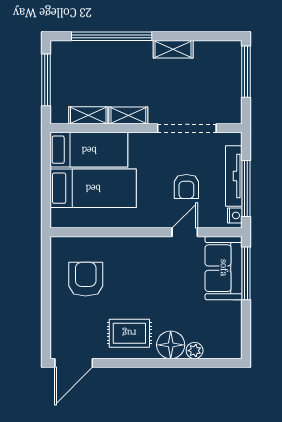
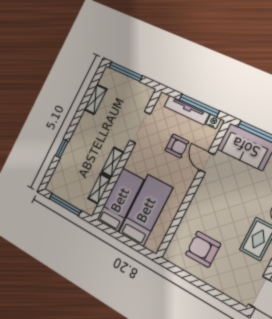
window: (112, 36) -> (62, 149), width x0.32
shelving: (173, 49) -> (95, 99), moved
doorway: (187, 128) -> (140, 127), width x0.73

